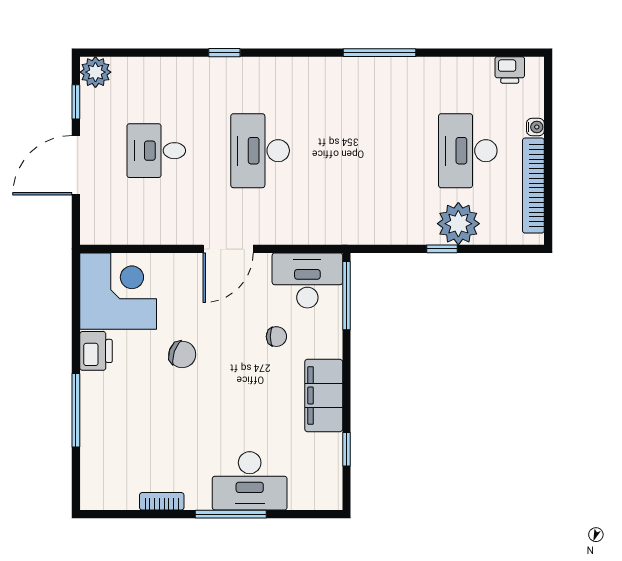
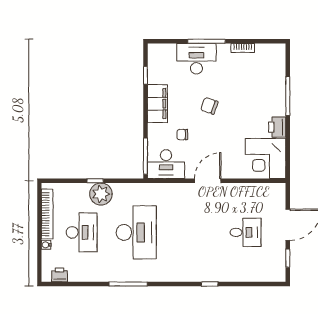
plant: (95, 72) -> (278, 274), removed
desk: (260, 151) -> (136, 232), moved, width x1.36, depth x1.30
plant: (458, 224) -> (101, 194), moved
chair: (182, 354) -> (209, 106), moved

